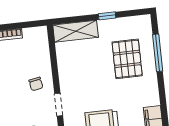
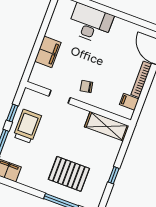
shelving: (76, 31) -> (107, 126), moved, turned 90
filing cabinet: (30, 36) -> (129, 102), added

